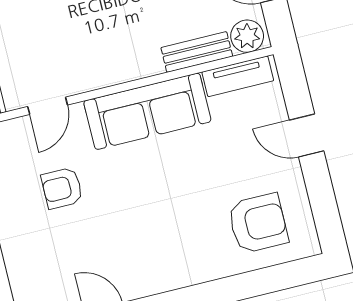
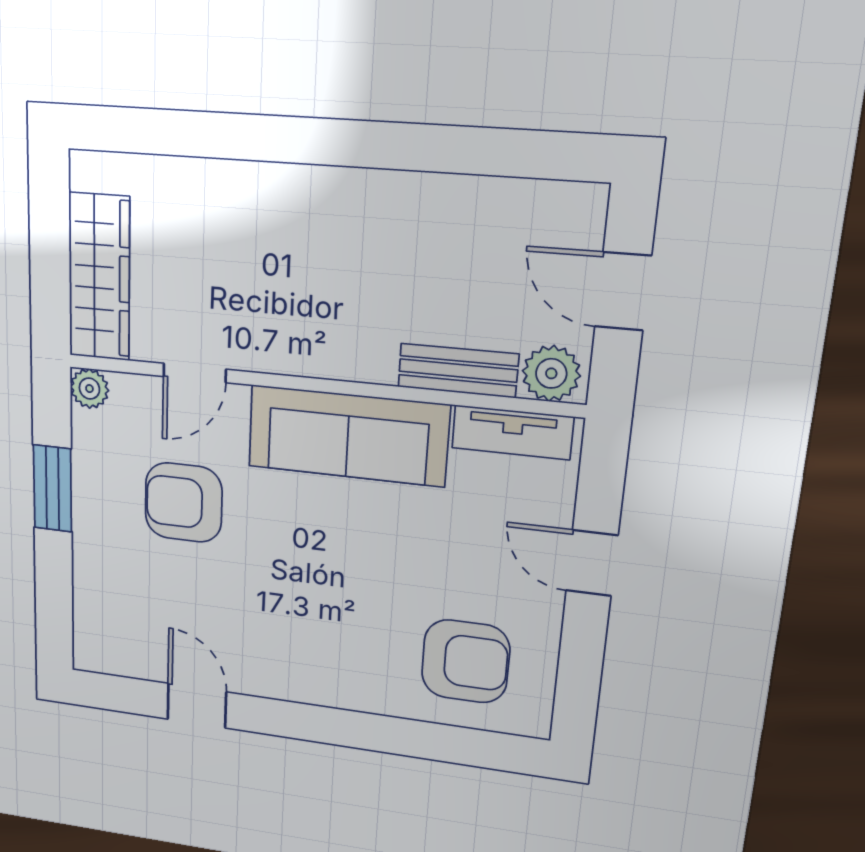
armchair: (62, 188) -> (183, 503), width x1.38, depth x1.38

